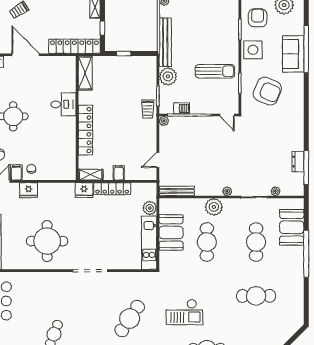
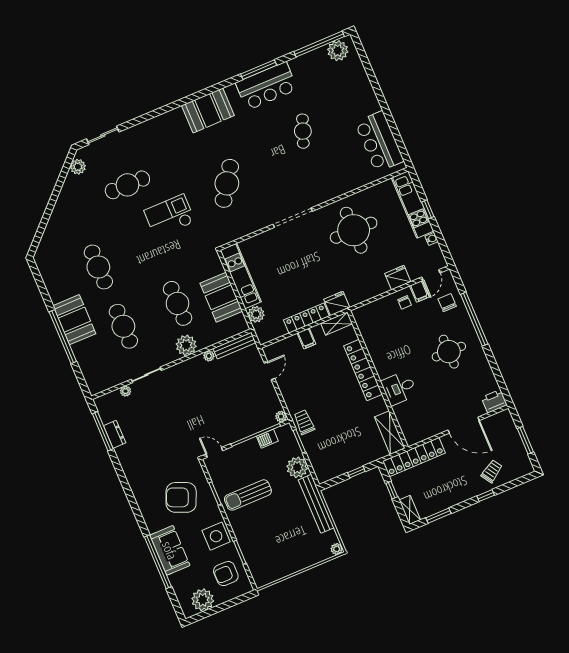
armchair: (258, 18) -> (226, 574), turned 90
plant: (227, 191) -> (209, 356), moved
booth: (292, 227) -> (74, 320), moved
cafe table: (256, 296) -> (98, 267), turned 90

